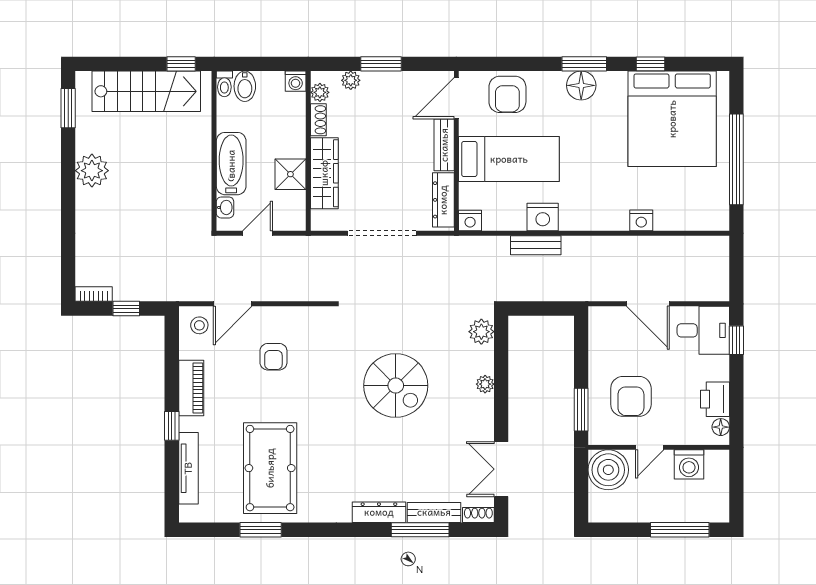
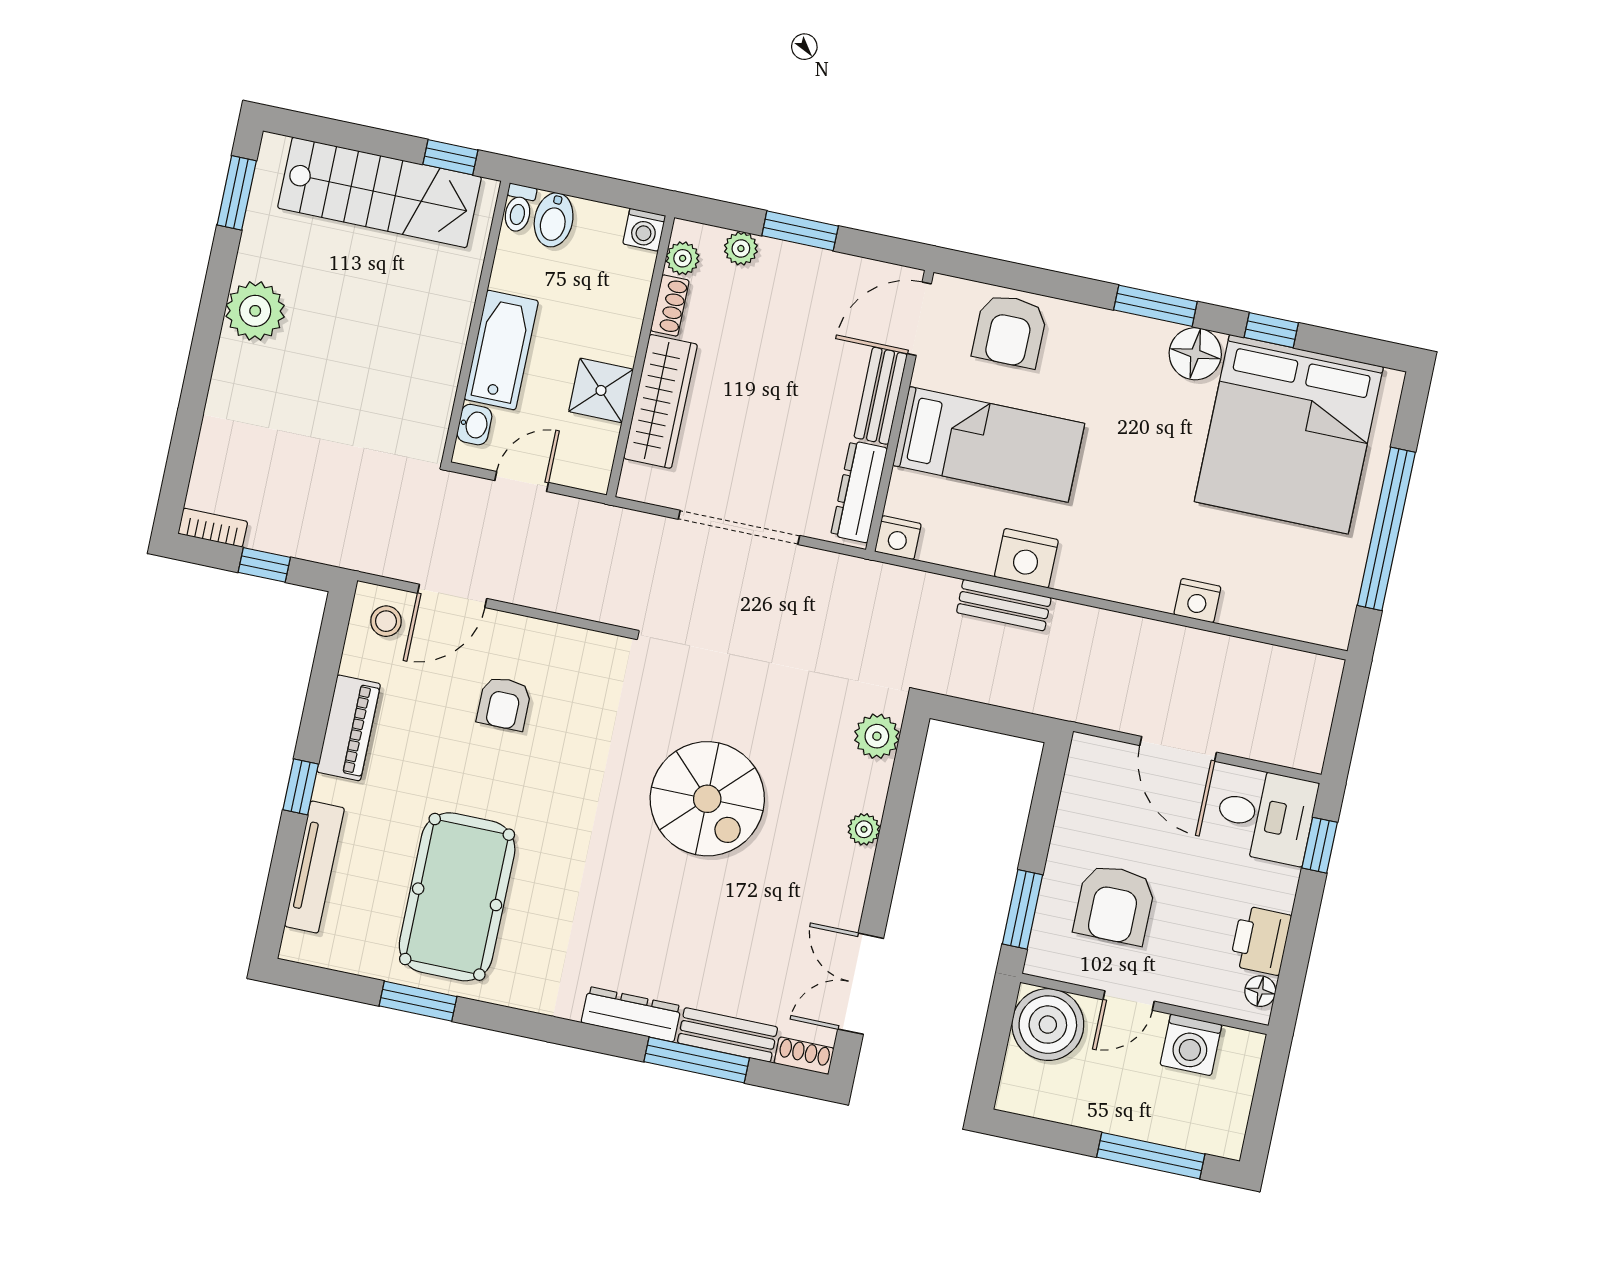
floor lamp: (581, 85) -> (1195, 354), moved

